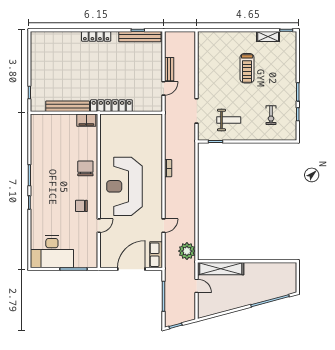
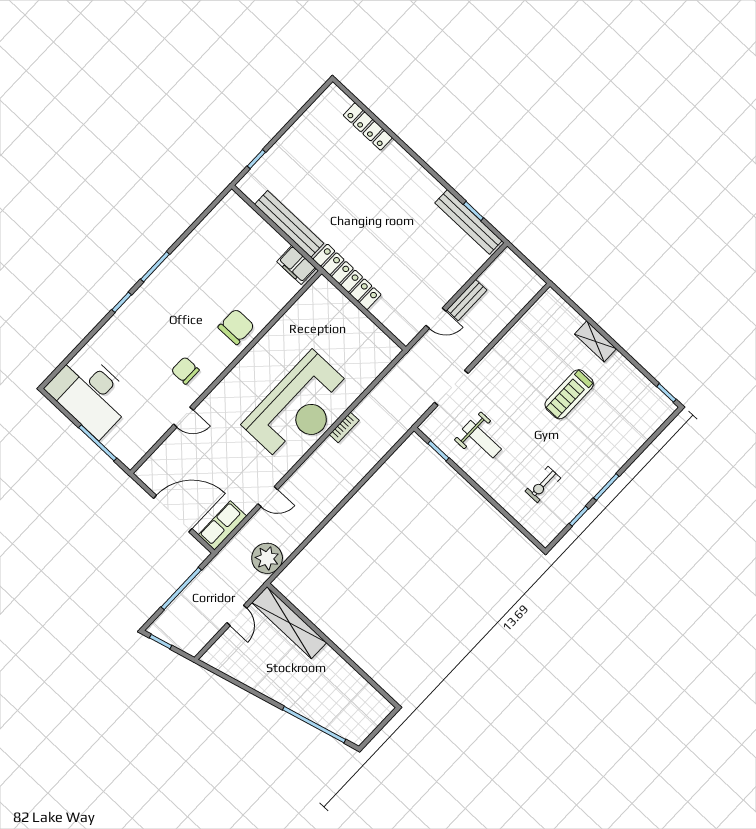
locker: (96, 36) -> (368, 126), moved
shelving: (268, 37) -> (596, 341), moved
reception desk: (124, 186) -> (299, 408), moved, turned 180

